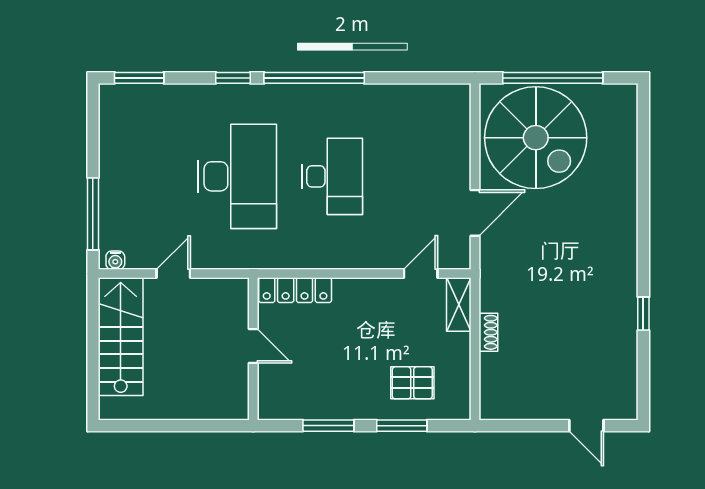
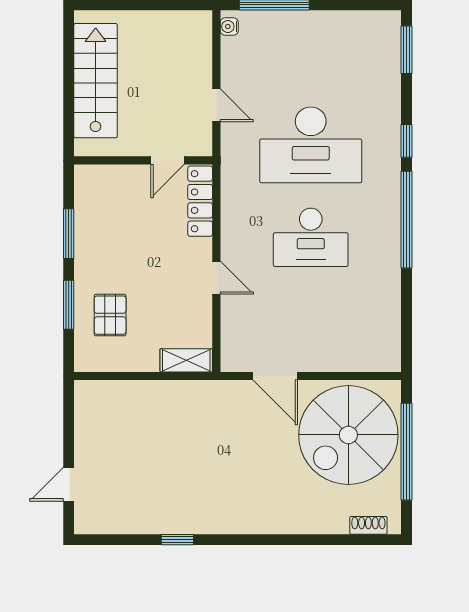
door: (173, 274) -> (216, 105), moved
door: (421, 274) -> (216, 278), moved
shoe rack: (488, 332) -> (368, 525), moved, turned 180
stairs: (121, 337) -> (96, 81), moved, turned -90
door: (253, 346) -> (167, 160), moved

